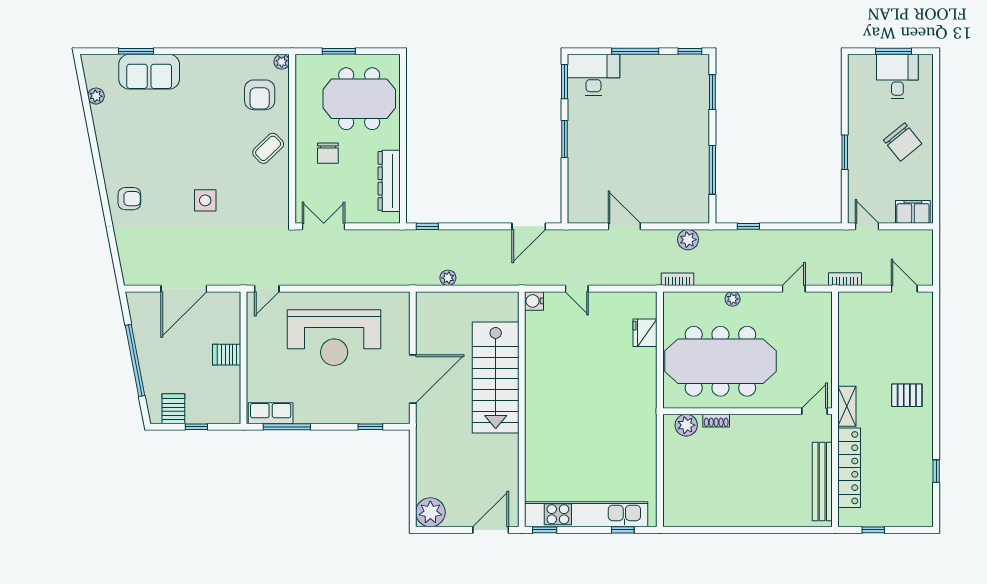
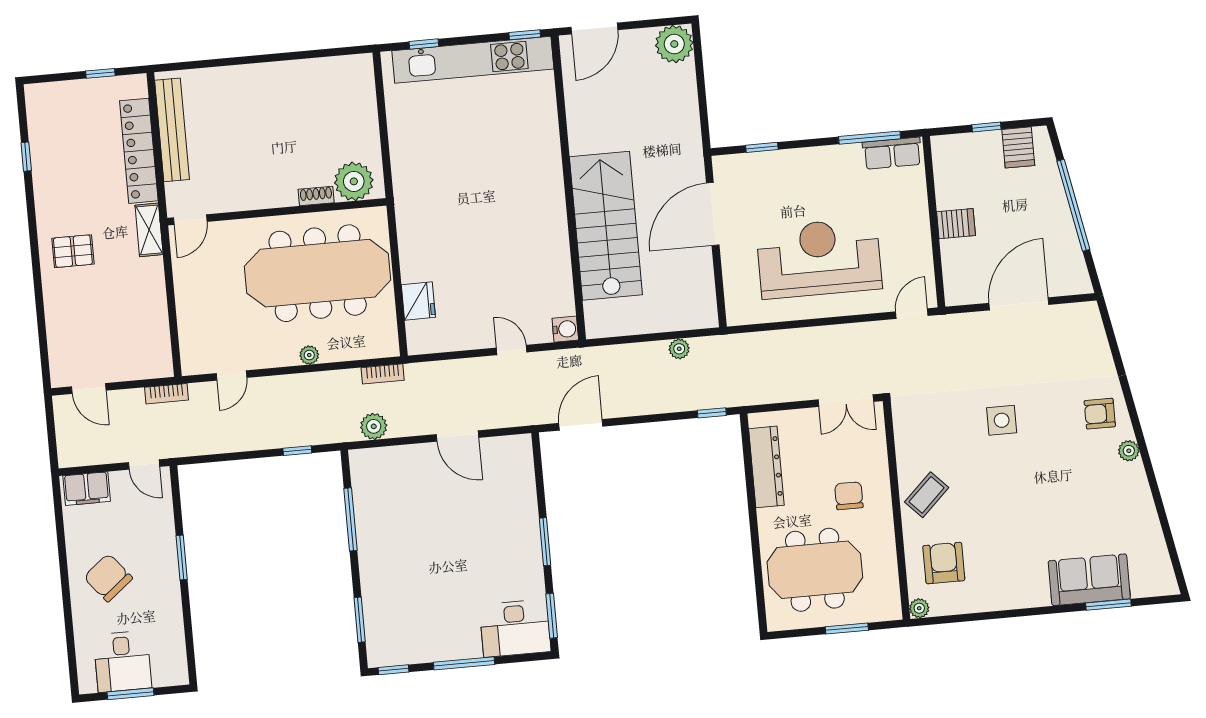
plant: (96, 96) -> (1129, 451), moved
plant: (686, 425) -> (354, 181), width x1.36, depth x1.36

